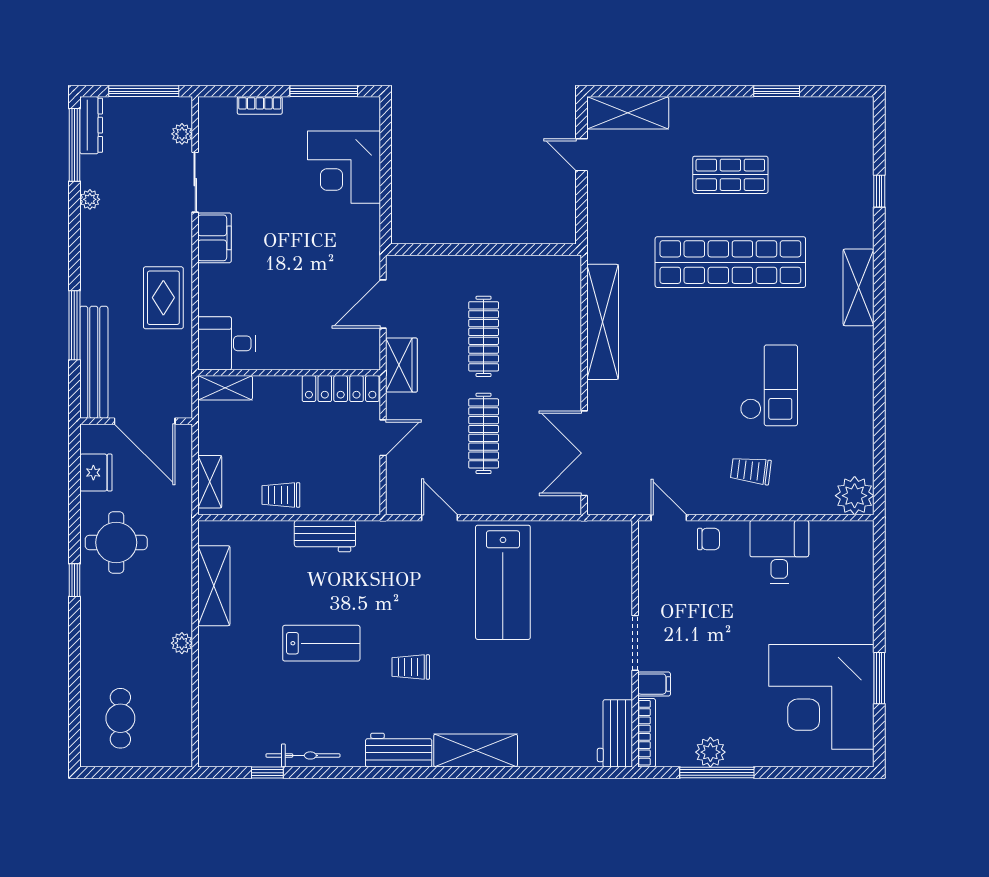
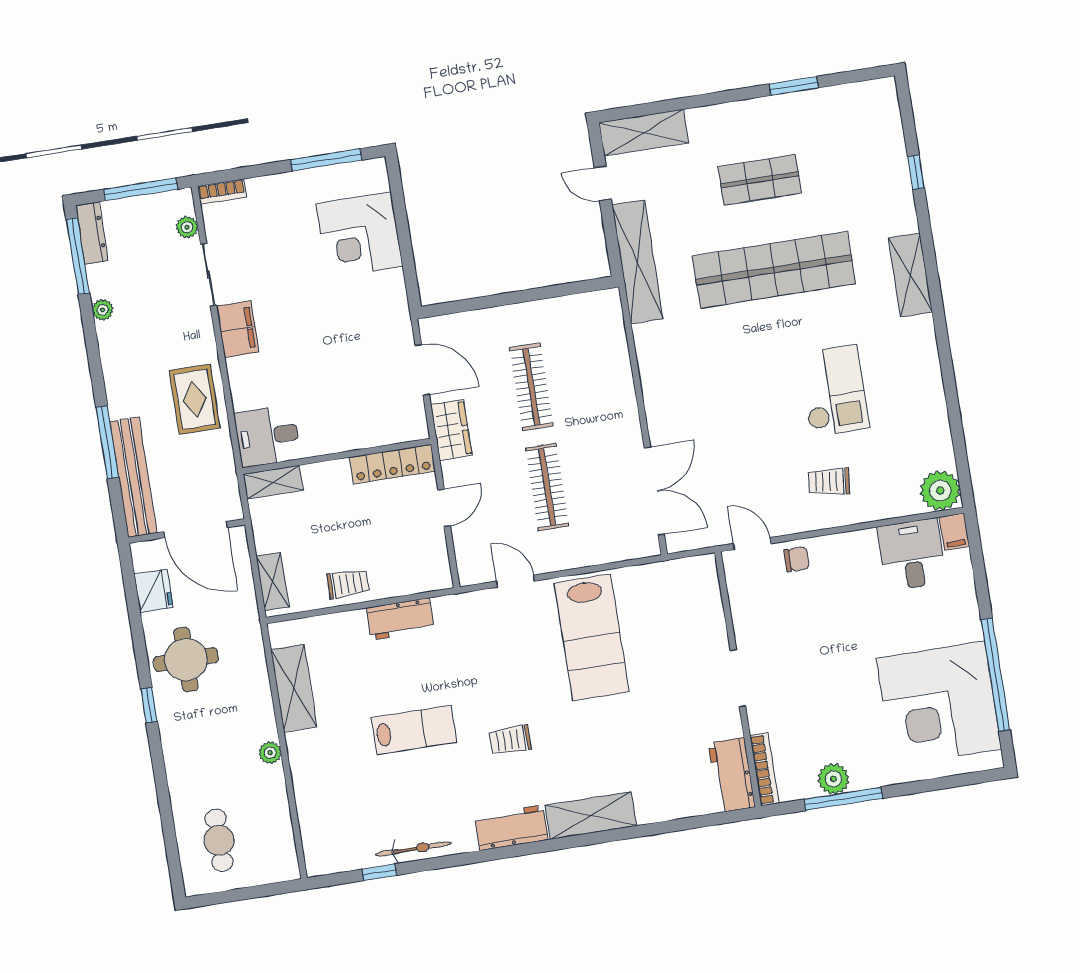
bookcase: (260, 105) -> (222, 192), moved
door: (383, 304) -> (422, 370), swing flipped
shelving: (603, 322) -> (637, 262), moved
double door: (584, 453) -> (654, 491), swing flipped
trolley: (281, 495) -> (348, 584), turned 180
desk: (779, 552) -> (912, 555), moved
window: (879, 678) -> (996, 675), width x2.11
filing cabinet: (654, 684) -> (954, 532), moved, turned 90

